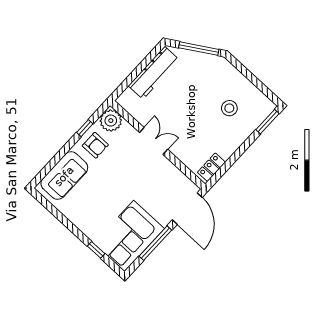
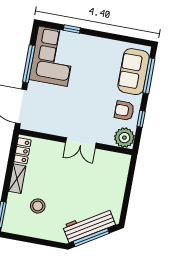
workbench: (154, 73) -> (89, 225), moved, turned 58
shelving: (232, 145) -> (17, 179), added
window: (53, 163) -> (149, 76), added

